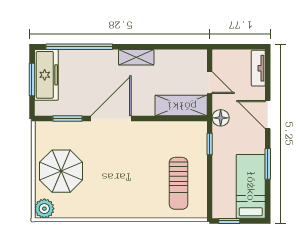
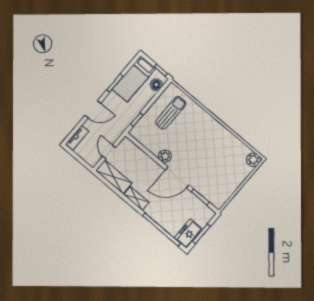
freezer: (46, 75) -> (188, 233), width x0.71
shelving: (181, 106) -> (114, 177), moved
door: (268, 114) -> (93, 109), hinge flipped
floor lamp: (221, 118) -> (156, 85), moved
plant: (144, 130) -> (165, 156), added
parasol: (61, 171) -> (227, 172), removed

